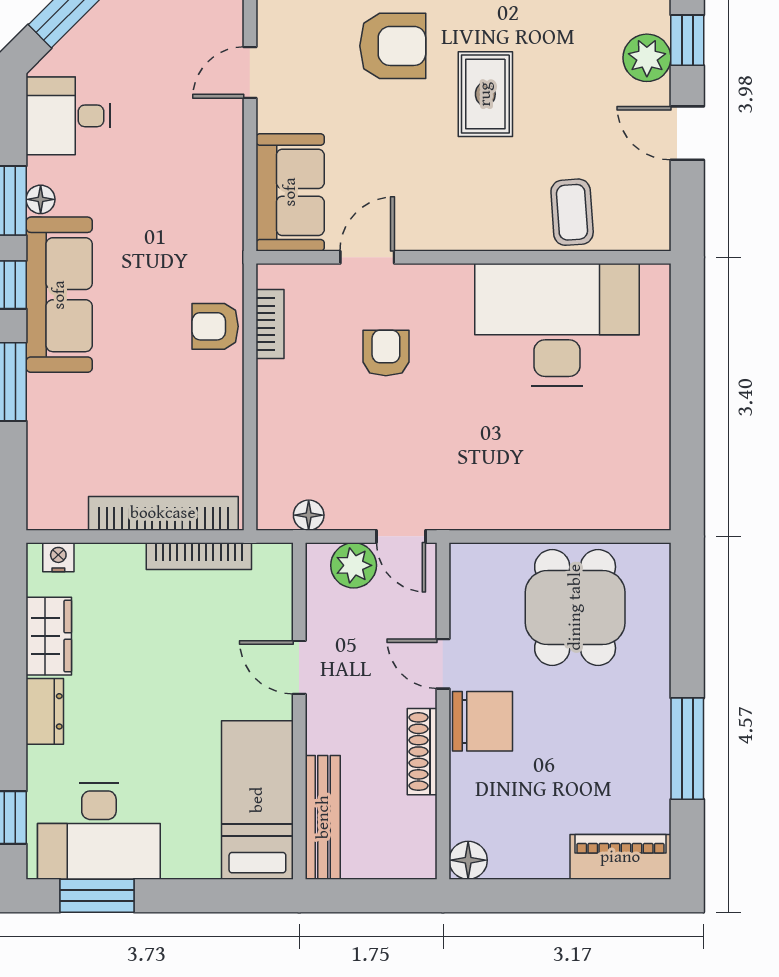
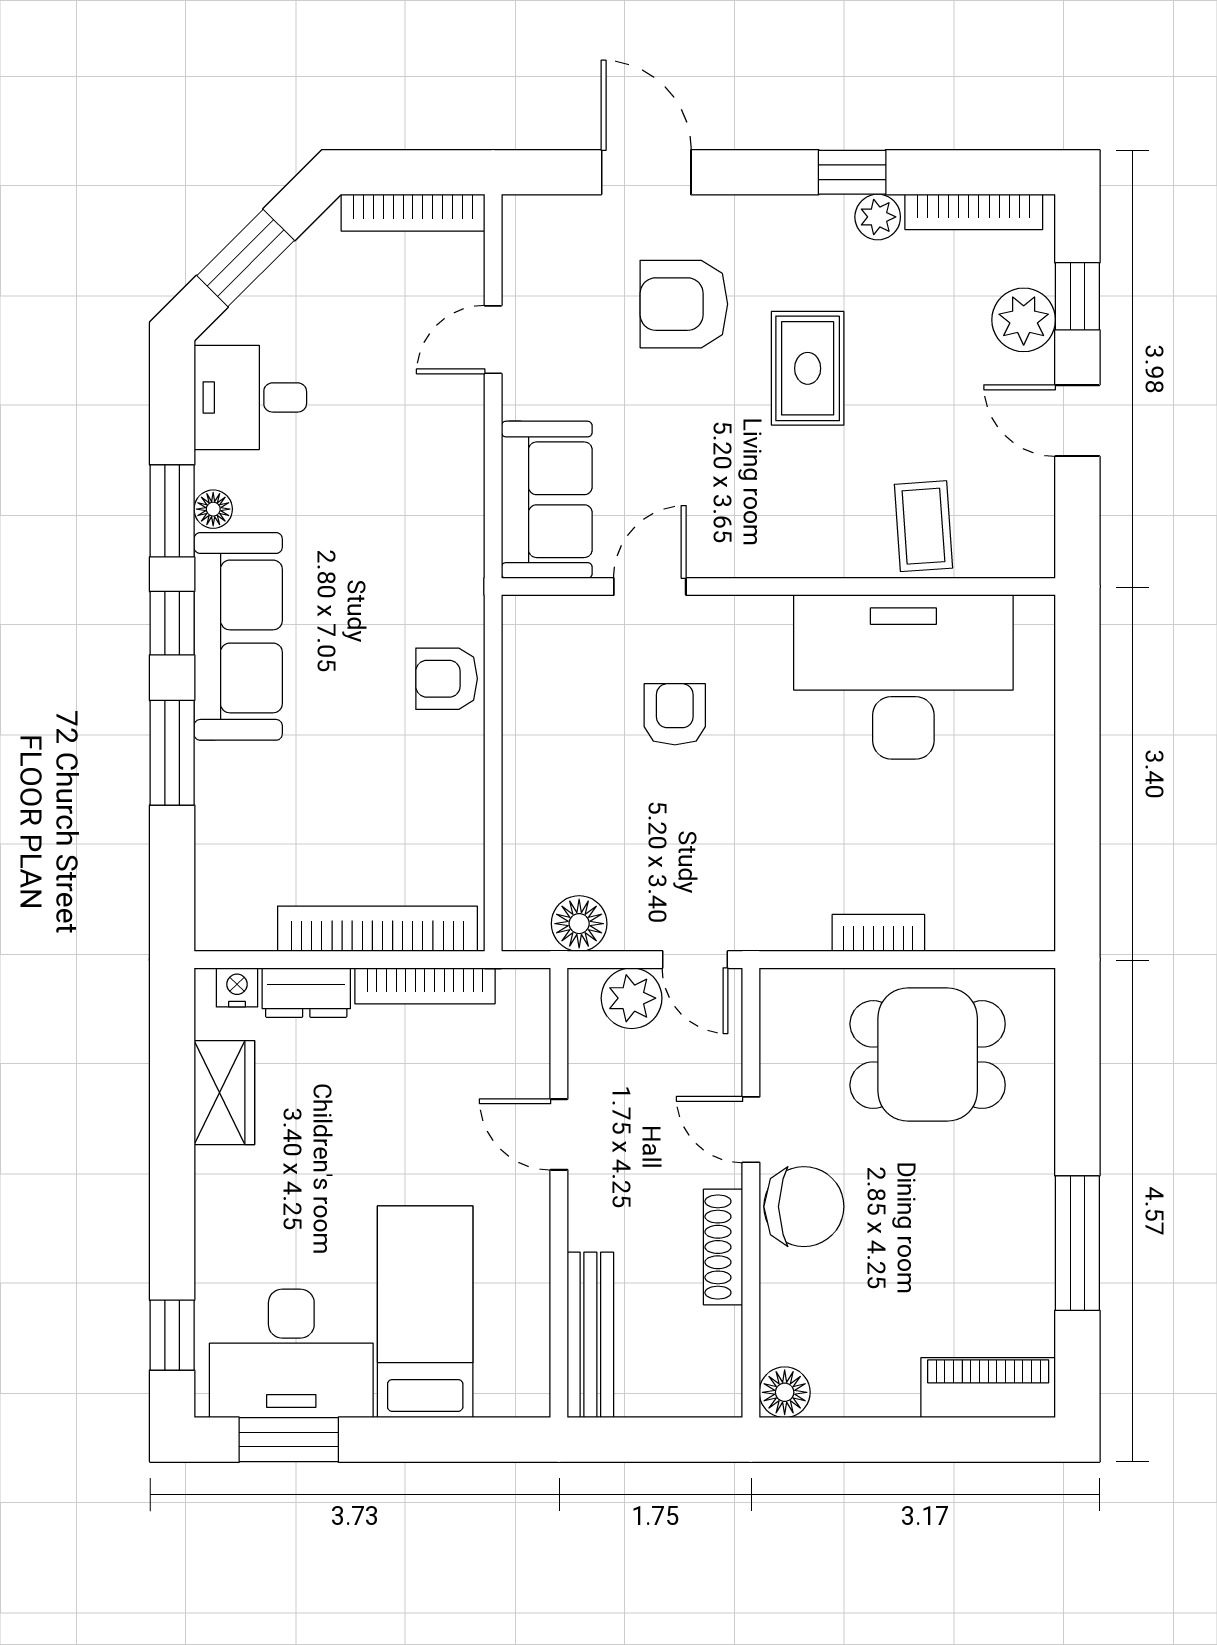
armchair: (393, 46) -> (684, 304), turned 180
bookcase: (270, 324) -> (878, 933), moved, turned -90
floor lamp: (309, 515) -> (579, 924), width x1.37, depth x1.37
dining table: (575, 607) -> (928, 1055), turned 90
dresser: (45, 711) -> (306, 993), moved, turned 90
bed: (257, 800) -> (425, 1312), moved

